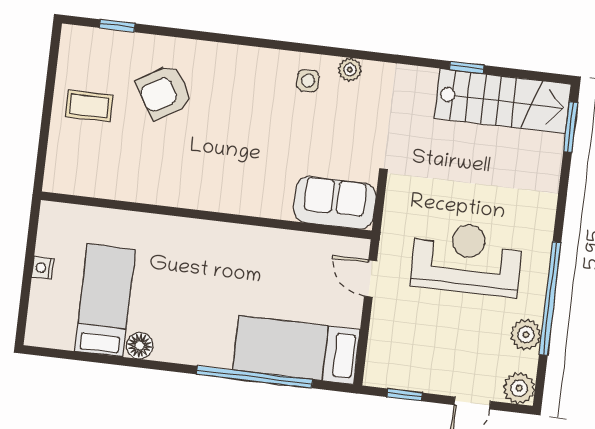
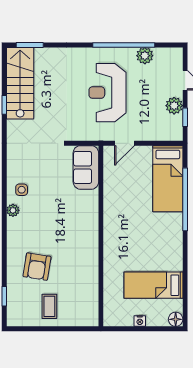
plant: (350, 70) -> (13, 210), moved
armchair: (164, 92) -> (37, 267), turned 40
floor lamp: (140, 346) -> (176, 319), moved
plant: (519, 388) -> (174, 106), moved

